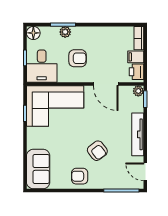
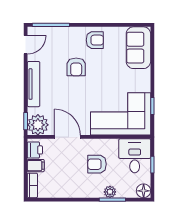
plant: (138, 91) -> (38, 125), width x1.88, depth x1.88
armchair: (97, 151) -> (76, 67), turned -142
door: (145, 172) -> (26, 45), hinge flipped

